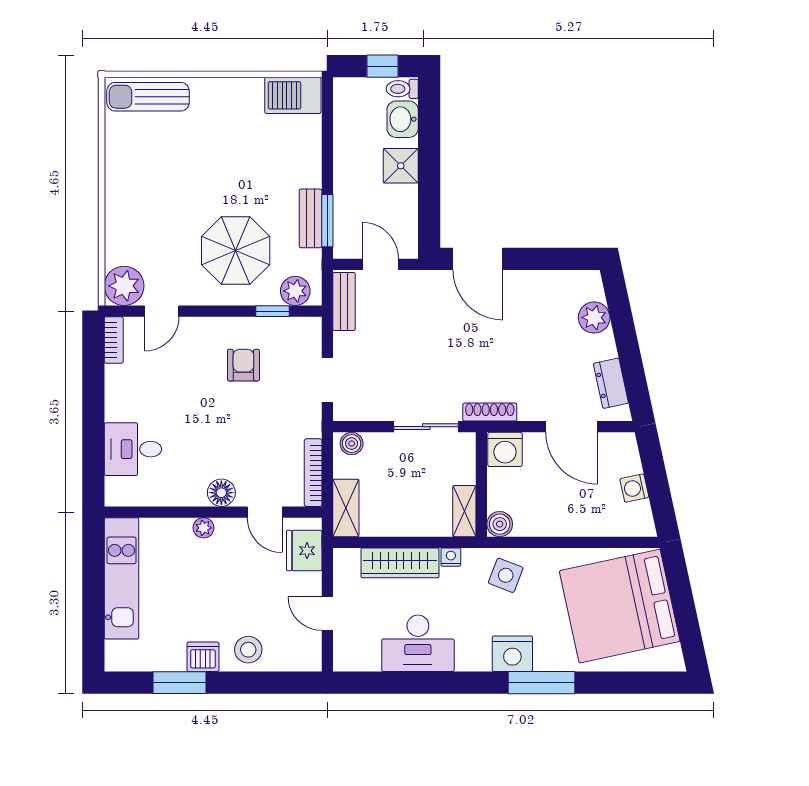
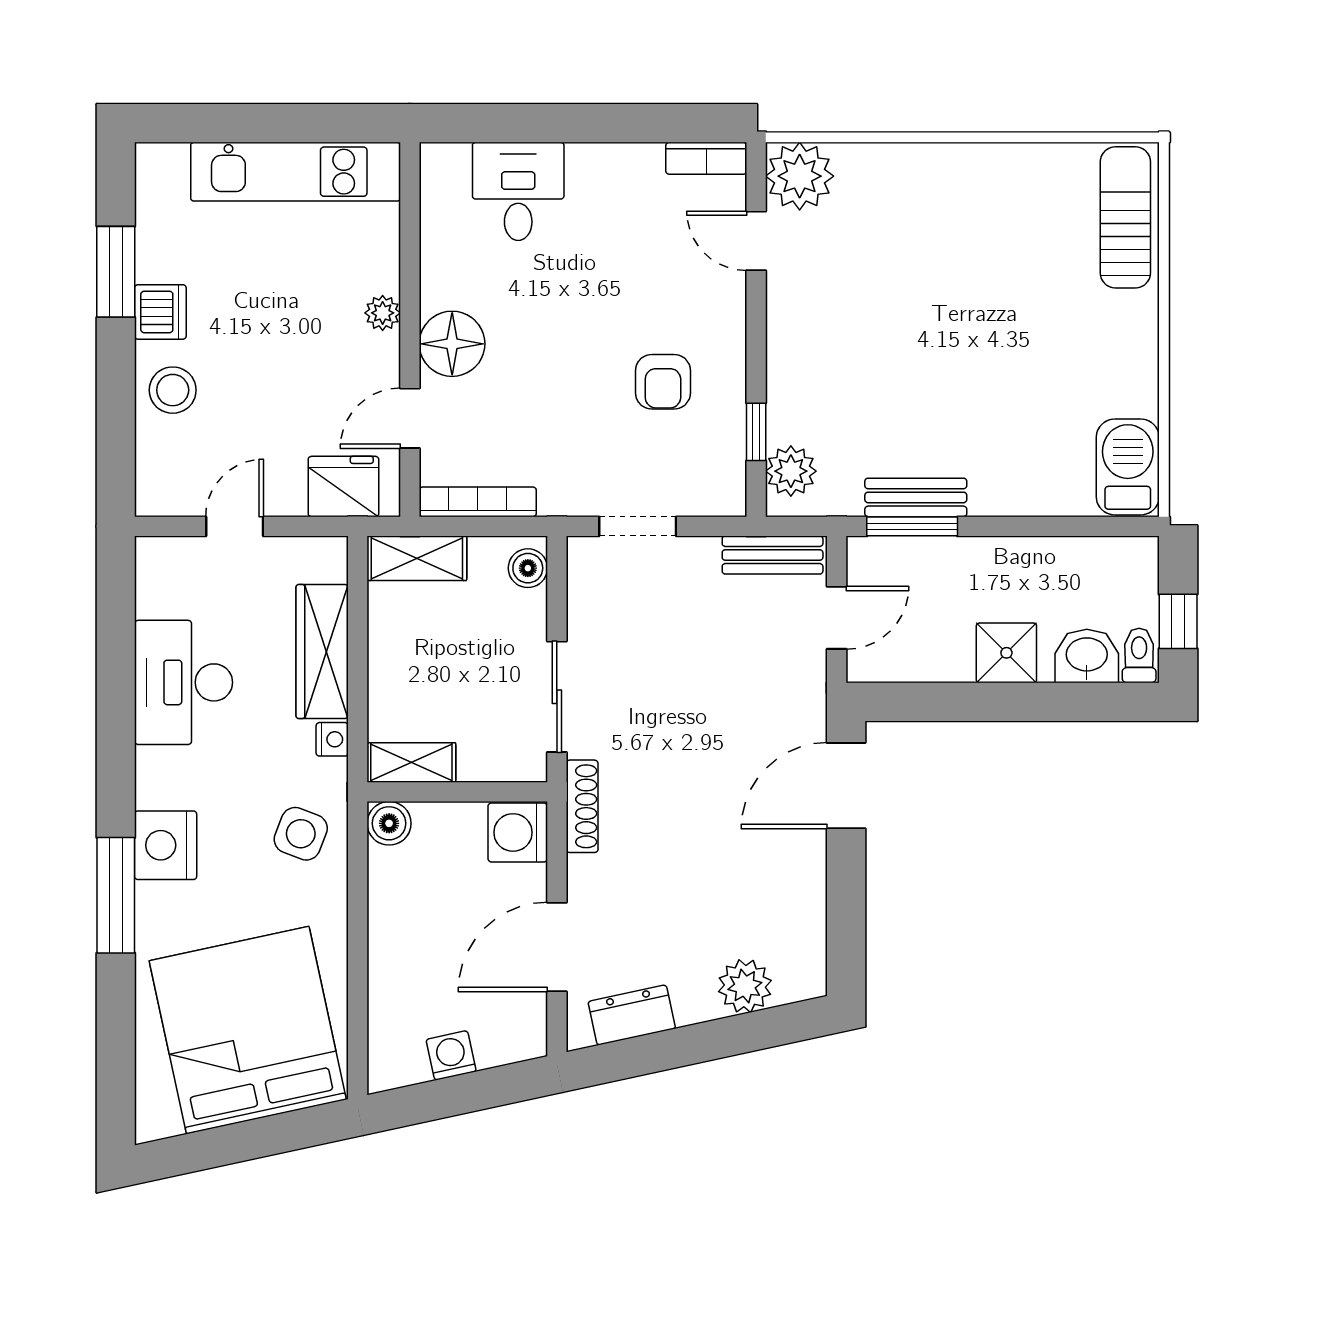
parasol: (236, 251) -> (860, 368), removed
armchair: (243, 365) -> (663, 382), turned 90
floor lamp: (221, 493) -> (452, 344), width x1.38, depth x1.38

